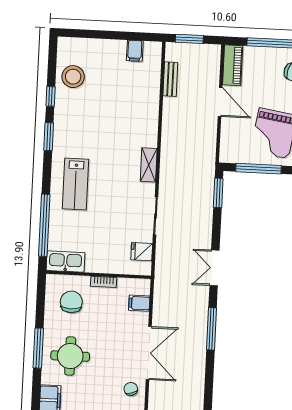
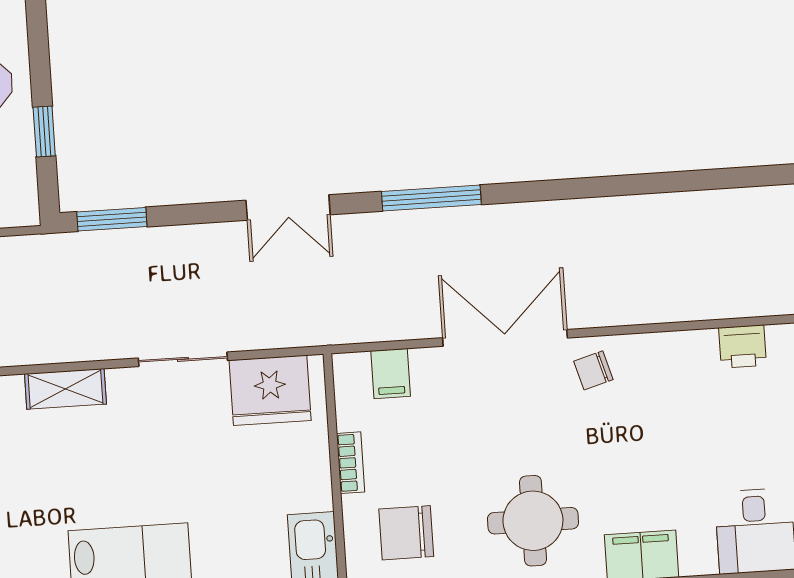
window: (258, 169) -> (44, 131), width x0.46
fridge: (142, 252) -> (270, 390), width x1.88, depth x1.34

